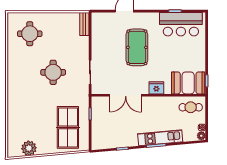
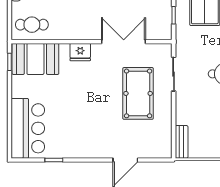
bar counter: (181, 24) -> (28, 128), moved, turned 90
pool table: (137, 47) -> (138, 93), moved

